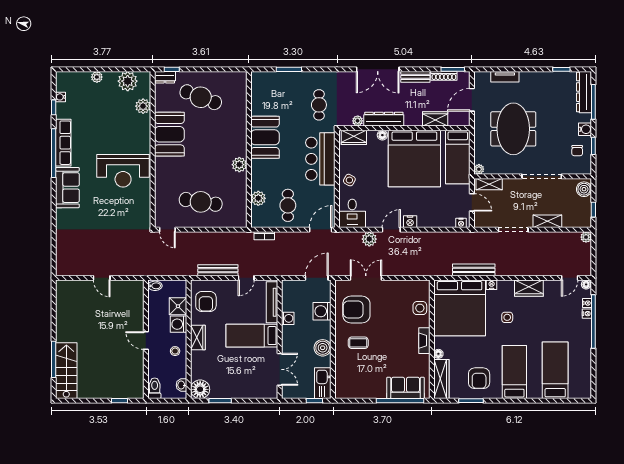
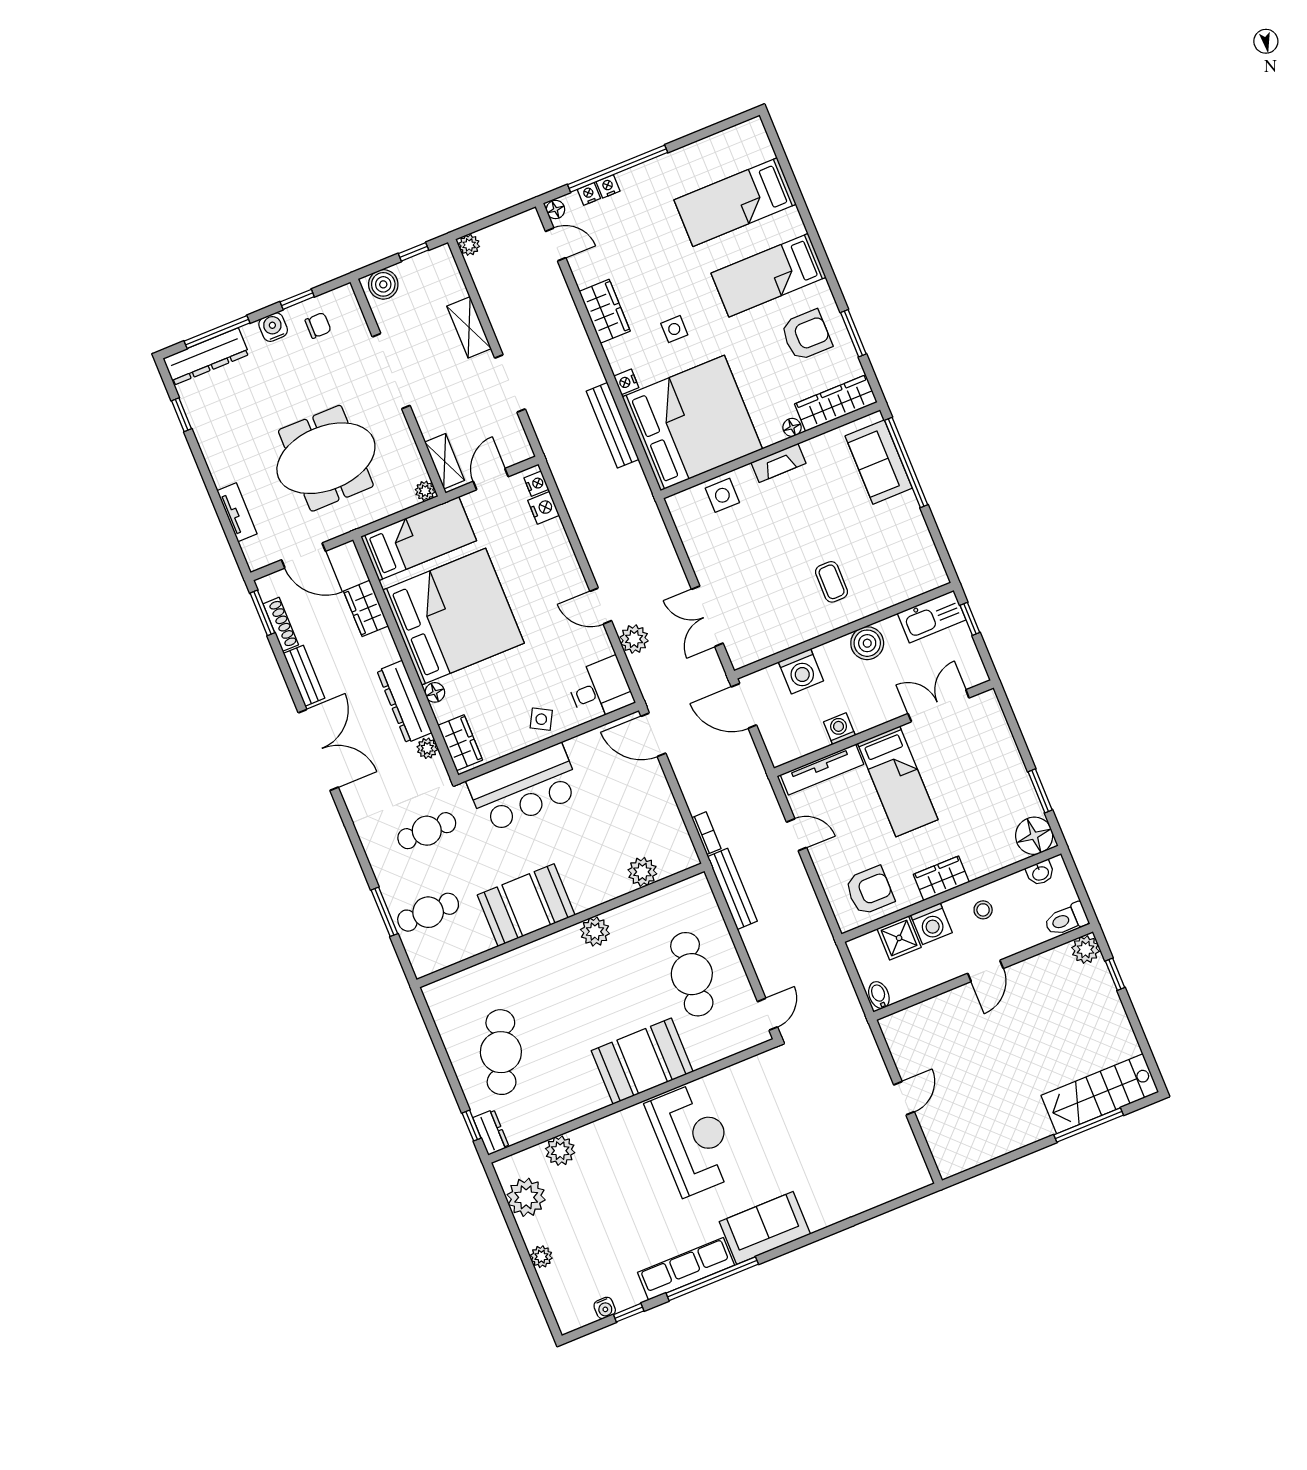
booth: (169, 134) -> (642, 1061), moved
cafe table: (288, 205) -> (428, 912), moved
nightstand: (410, 222) -> (544, 508), moved
bench: (218, 270) -> (732, 889), moved
armchair: (356, 310) -> (772, 610), removed
plant: (137, 392) -> (1085, 950), added

